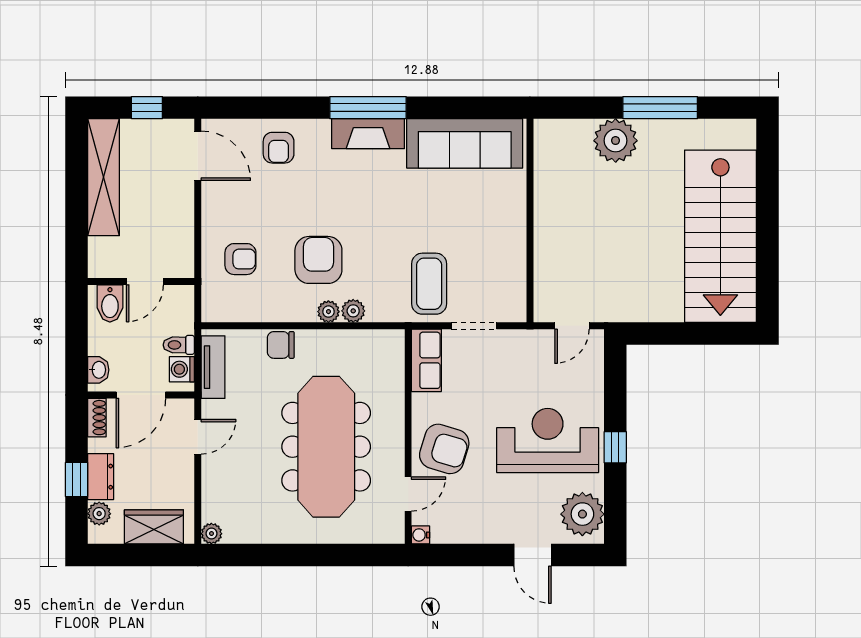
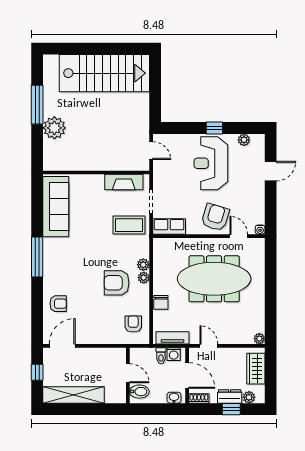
fireplace: (368, 134) -> (124, 182), moved, turned 90
armchair: (240, 259) -> (133, 324), moved
plant: (582, 514) -> (244, 140), width x0.53, depth x0.53

